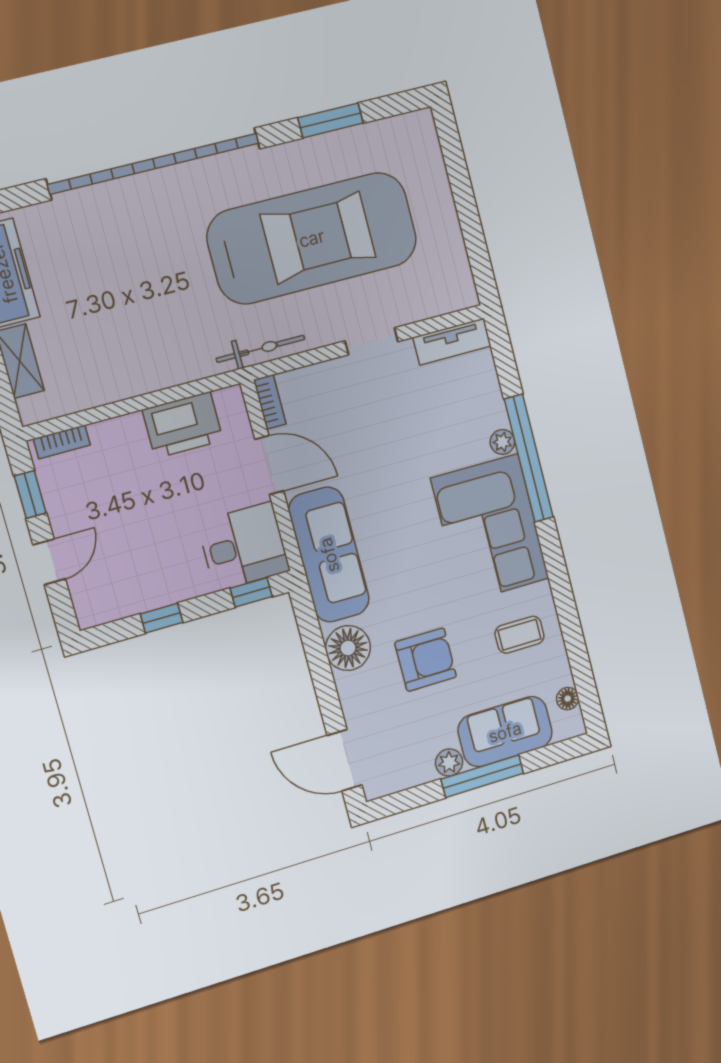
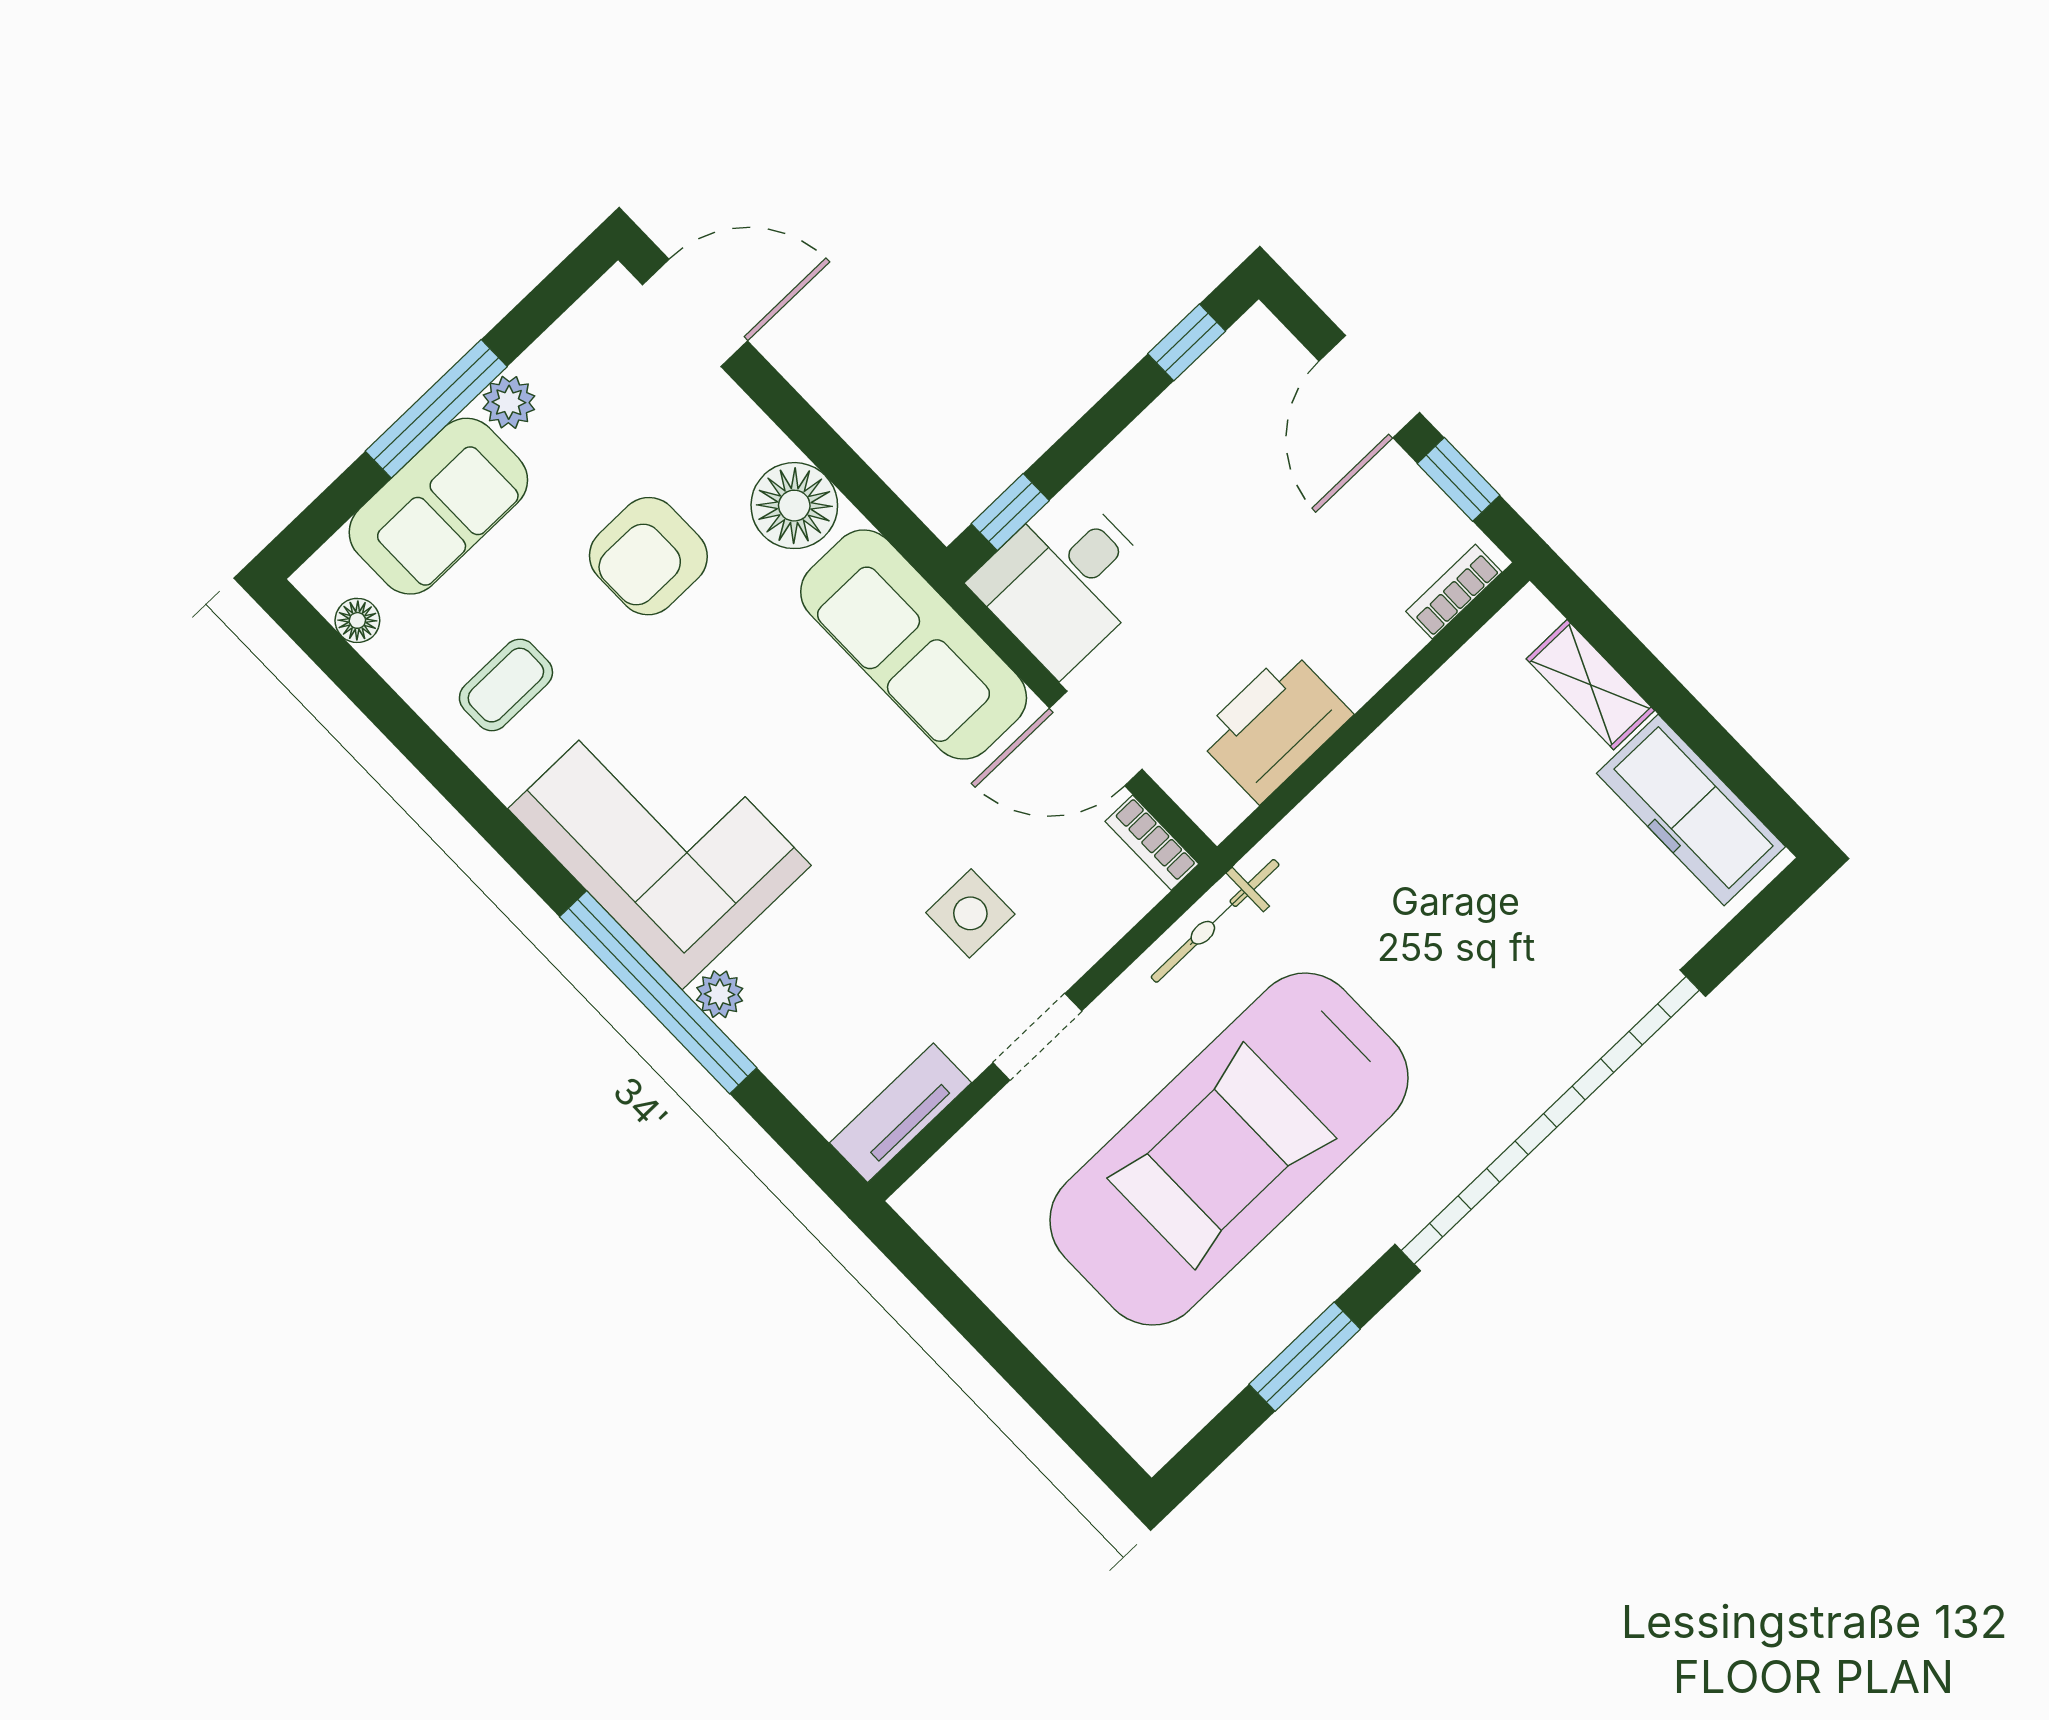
side table: (371, 416) -> (970, 913), added
door: (49, 562) -> (1369, 387), width x1.38
window: (162, 618) -> (1187, 342), moved

